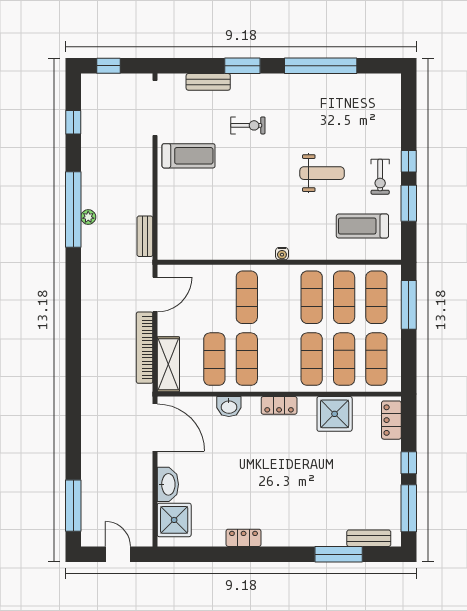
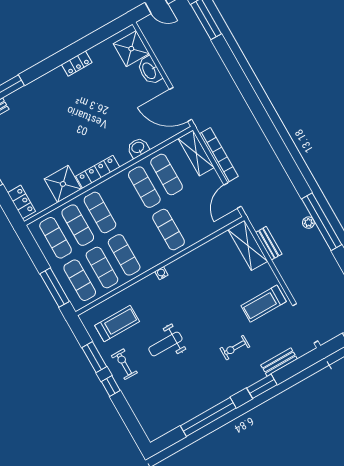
shelving: (169, 230) -> (248, 245), added
bench: (145, 236) -> (269, 243), moved
locker: (279, 405) -> (98, 172), width x1.53

